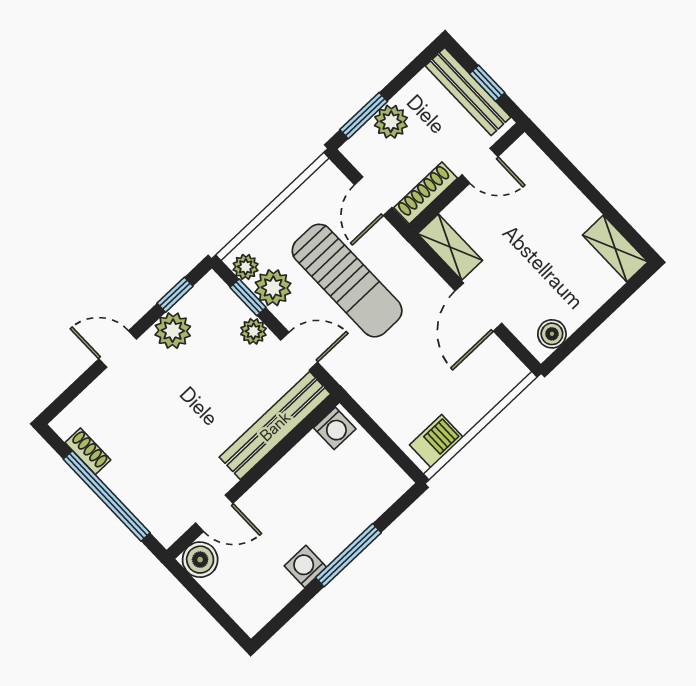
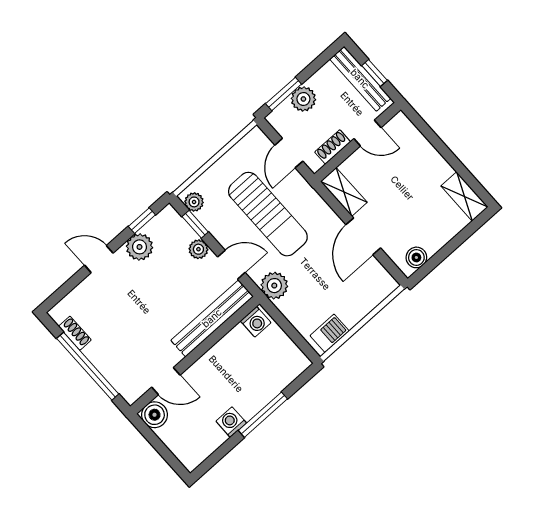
shoe rack: (426, 193) -> (333, 147), width x0.70
plant: (273, 288) -> (274, 286), moved

